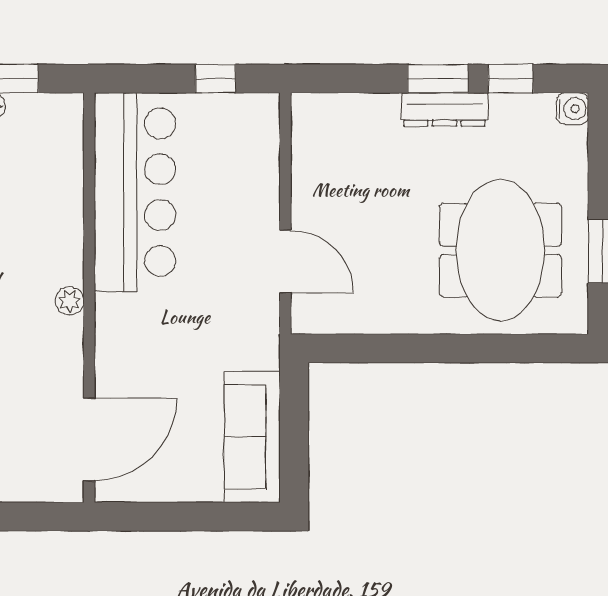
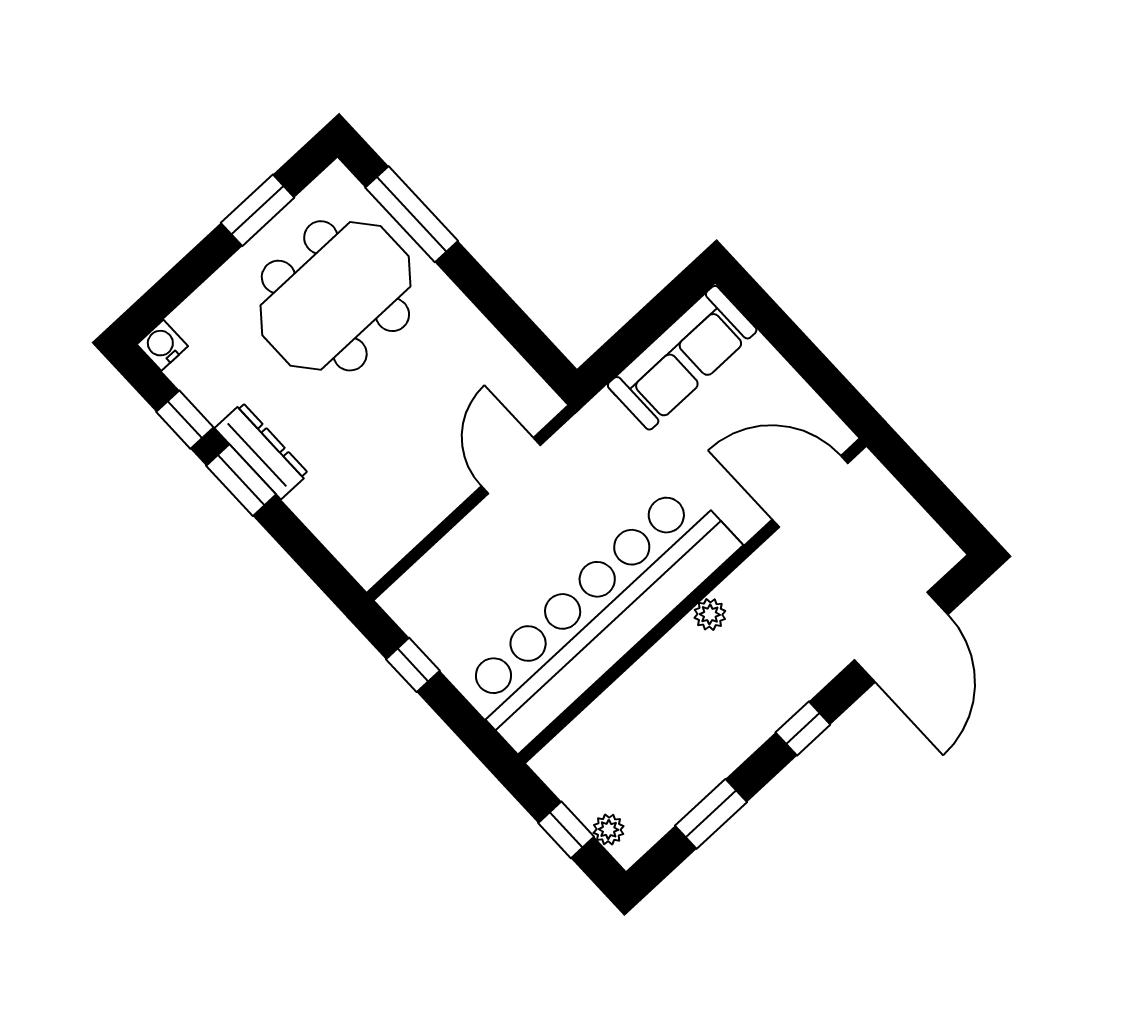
bar counter: (135, 192) -> (599, 616), width x1.36
window: (507, 348) -> (412, 214), added

